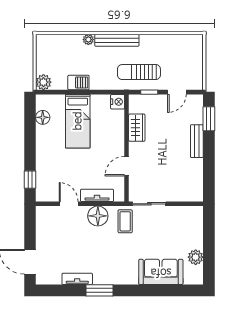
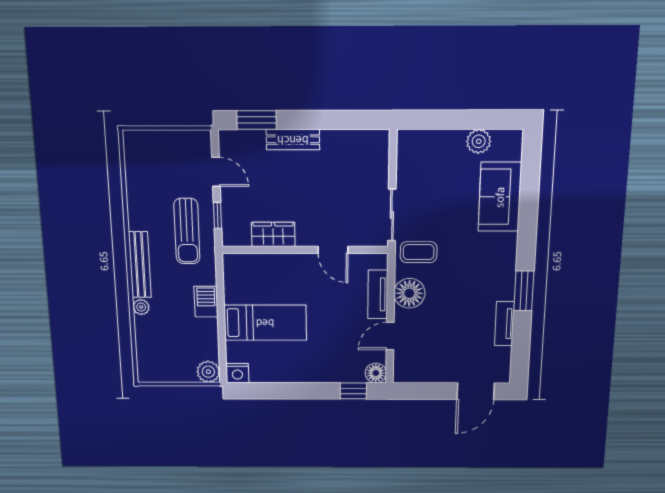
barbecue: (78, 83) -> (206, 302), moved
nightstand: (118, 102) -> (237, 373), moved, turned 180
floor lamp: (43, 117) -> (376, 373), moved

